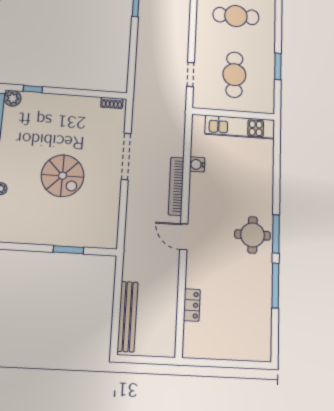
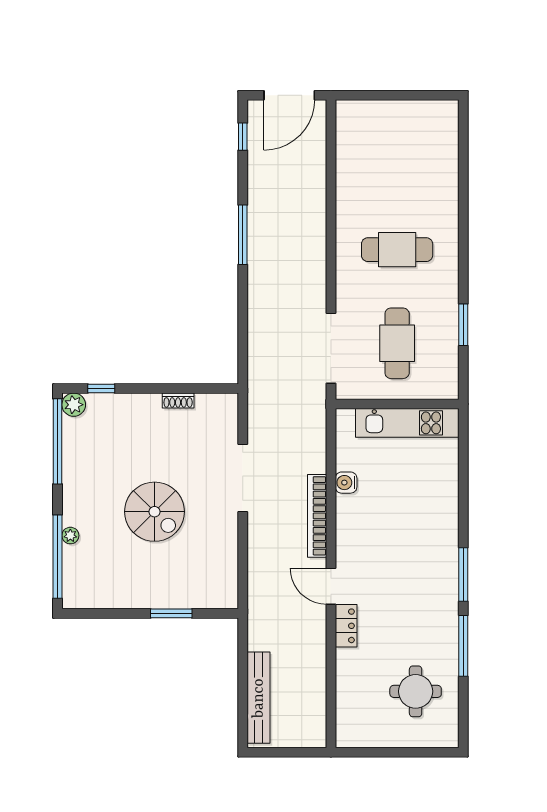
doorway: (191, 74) -> (331, 348), width x1.87
shoe rack: (112, 103) -> (178, 401), moved
round table: (253, 235) -> (416, 691), moved
locker: (192, 305) -> (346, 626), moved

